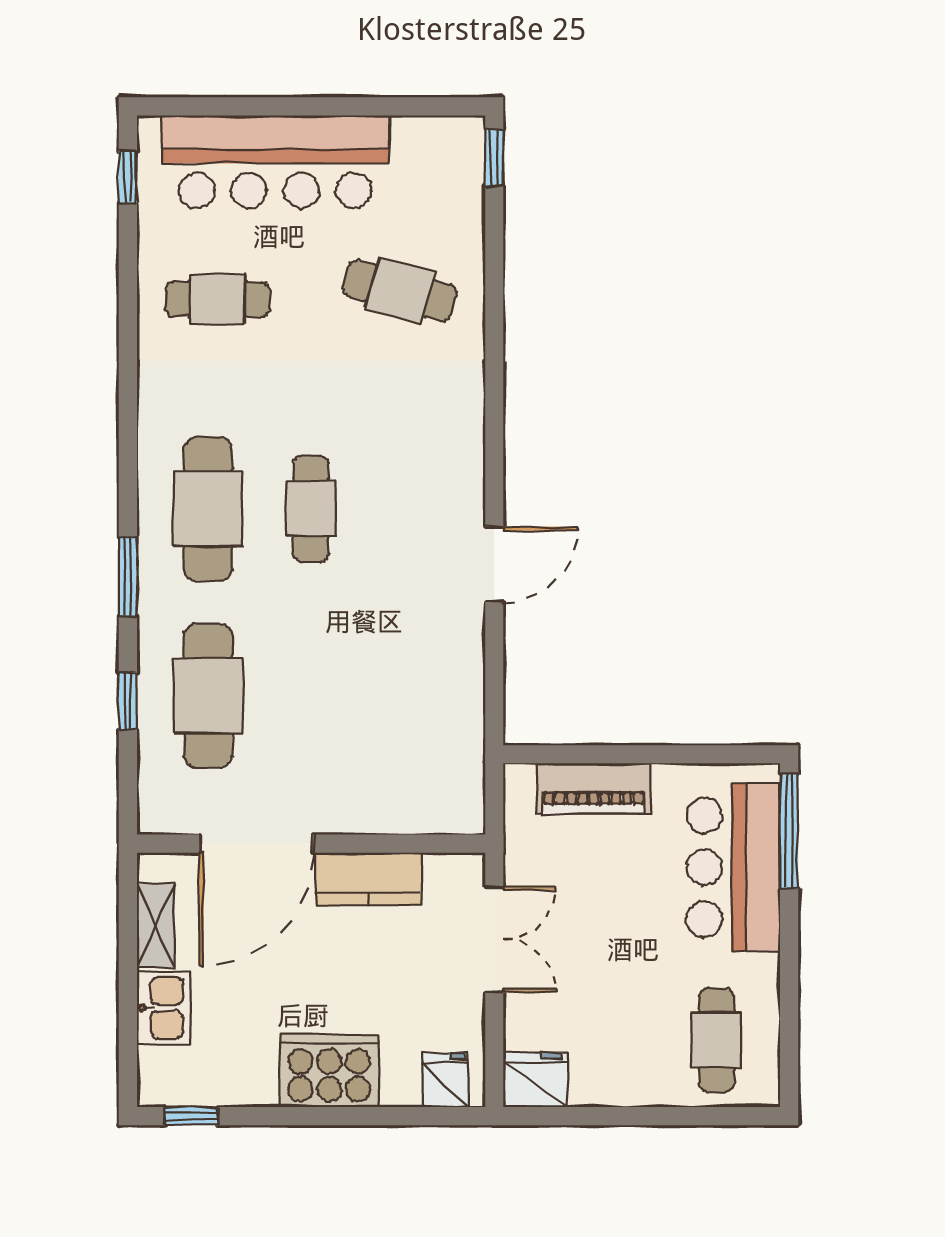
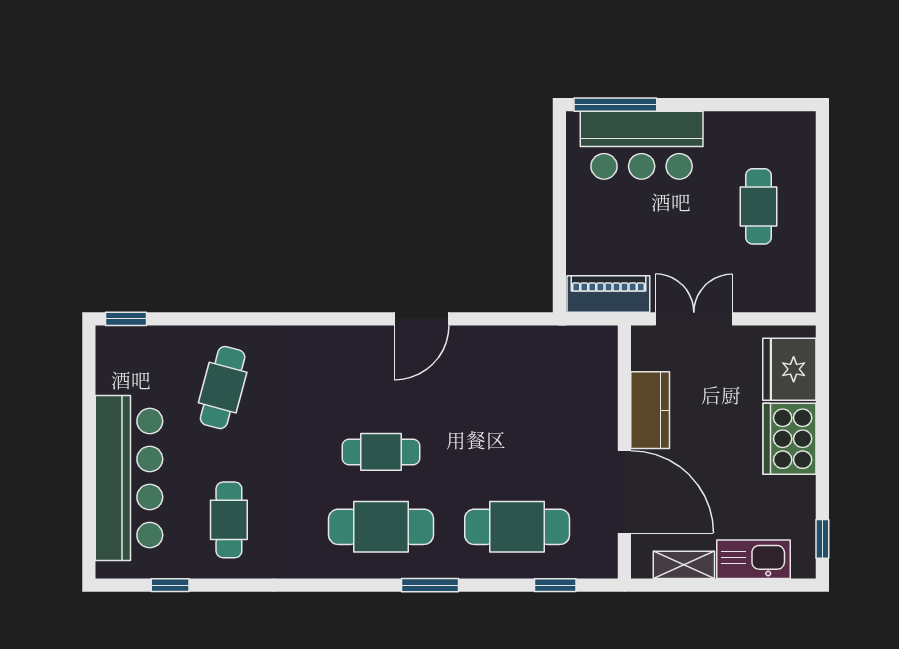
window: (128, 177) -> (170, 585), moved
door: (494, 564) -> (421, 319), swing flipped
window: (128, 701) -> (555, 585), moved
piano: (594, 789) -> (608, 294), moved, turned -90
kitchen sink: (163, 1008) -> (754, 559), width x1.38
cafe table: (717, 1040) -> (759, 206), moved, turned 90
fridge: (445, 1080) -> (789, 369), width x1.88, depth x1.34
fridge: (536, 1080) -> (796, 289), removed

